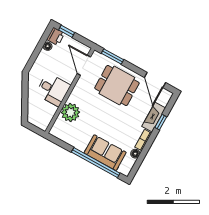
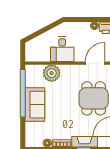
sofa: (105, 153) -> (35, 105), moved
window: (96, 163) -> (23, 93), moved

